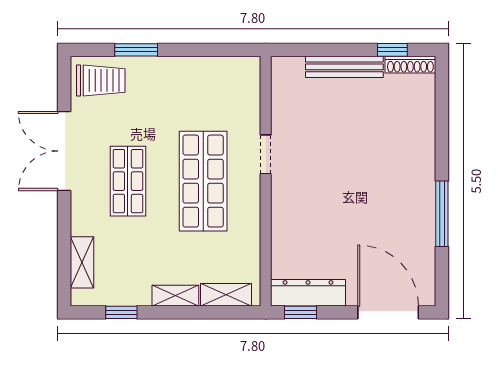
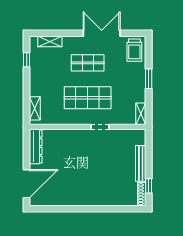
window: (136, 50) -> (149, 79), moved
window: (442, 214) -> (72, 209), removed
shelving: (175, 296) -> (141, 114), moved
window: (301, 312) -> (27, 143), removed

